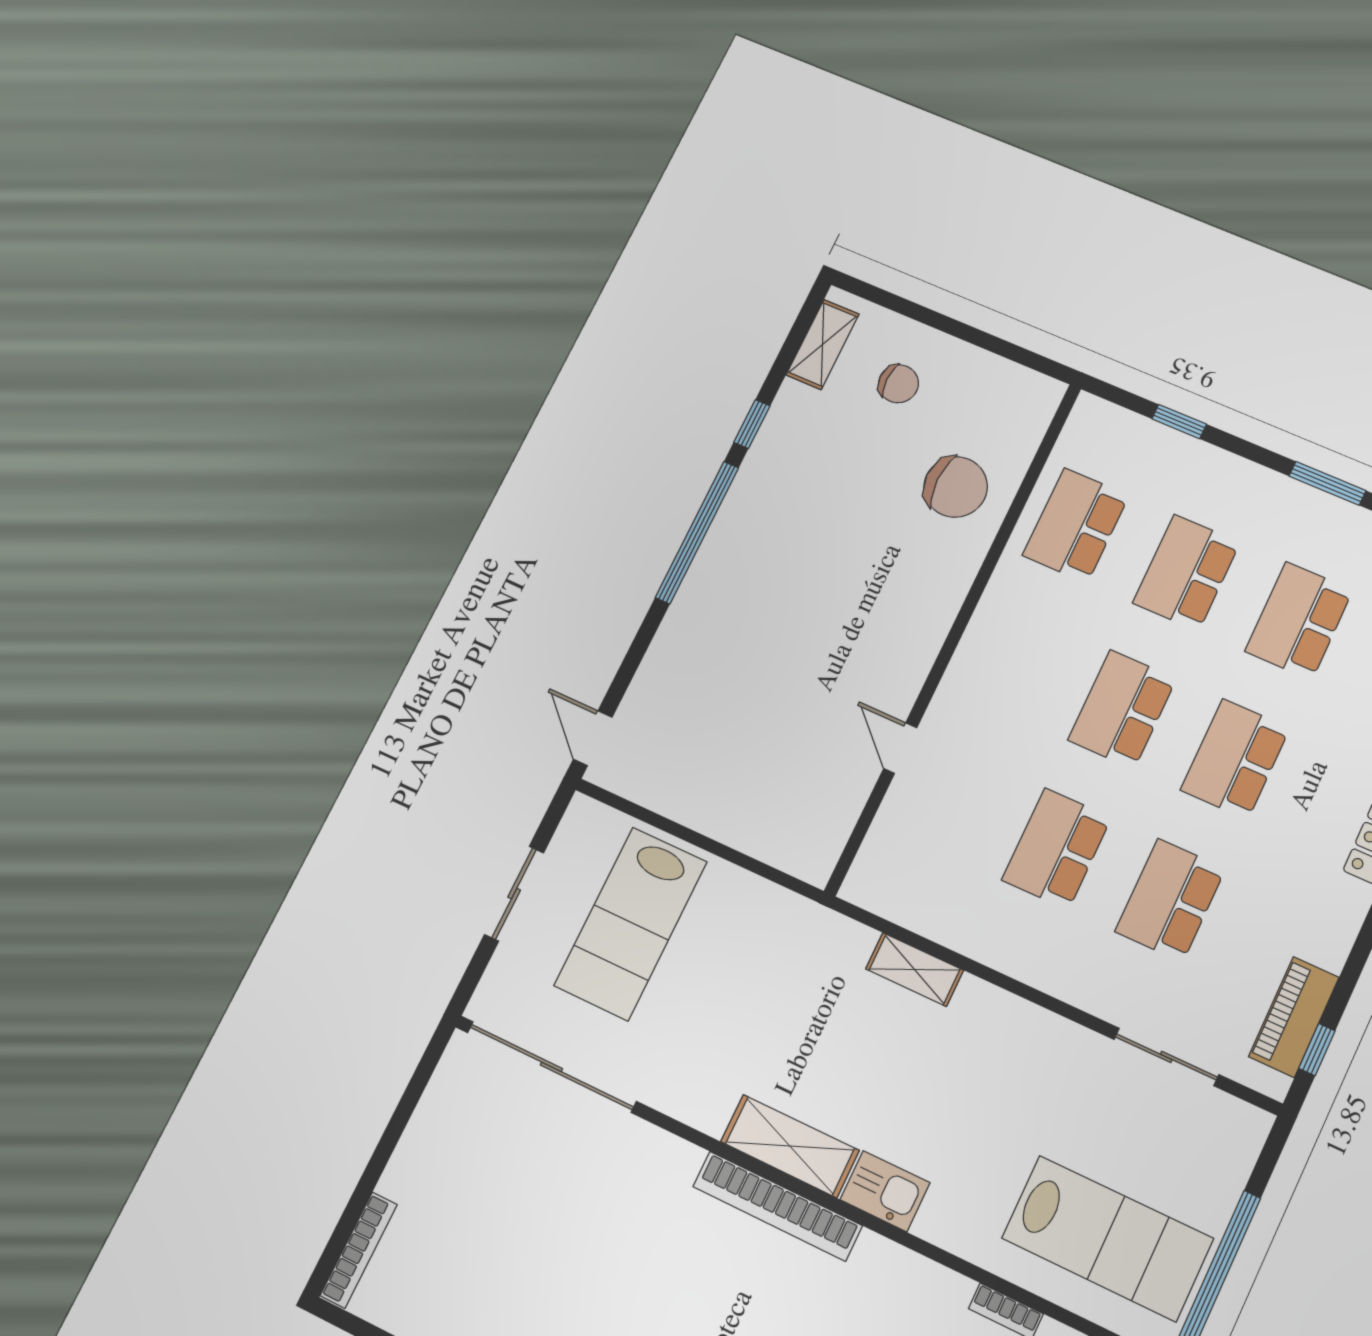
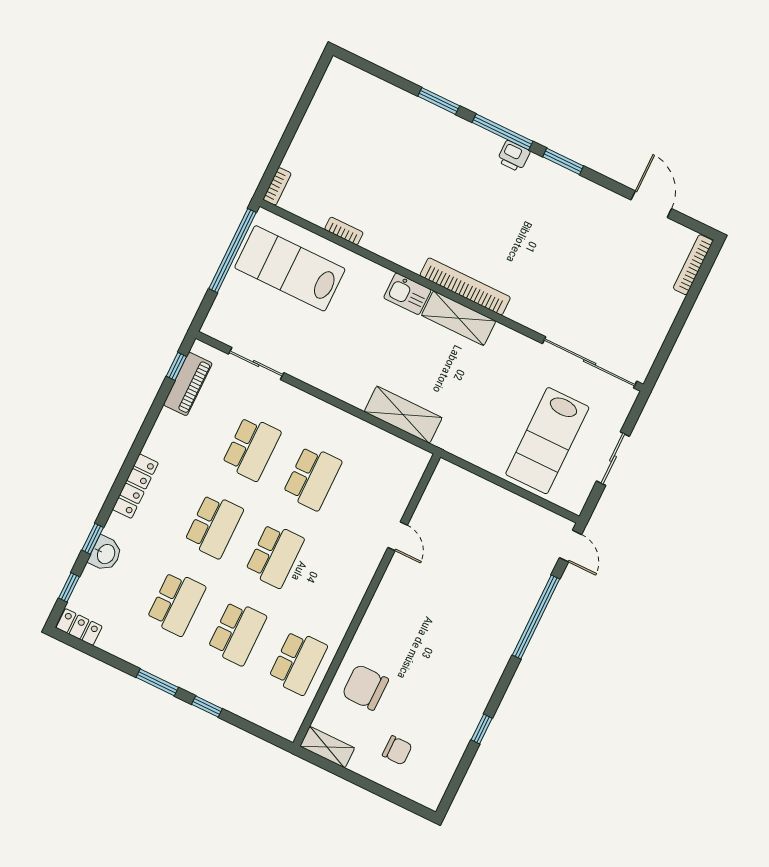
shelving: (823, 344) -> (327, 747), moved, turned 90
chair: (898, 384) -> (397, 750), turned 180
window: (1179, 421) -> (207, 707), moved
window: (697, 532) -> (536, 617), moved
lab bench: (631, 924) -> (547, 441), turned 180
shelving: (915, 969) -> (403, 415), width x1.50, depth x1.33

